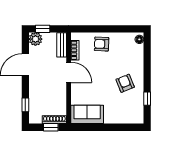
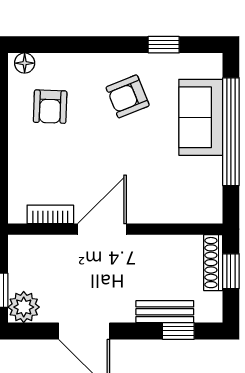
armchair: (102, 44) -> (50, 107), moved
bench: (62, 45) -> (165, 312), moved
sofa: (87, 114) -> (201, 117), moved
window: (110, 127) -> (231, 132), added

